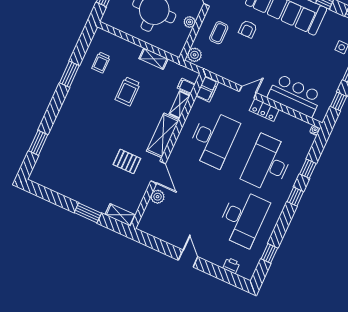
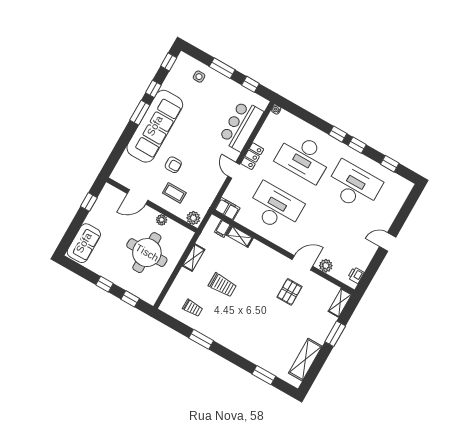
shelving: (163, 135) -> (305, 360), moved, turned 90
window: (308, 169) -> (357, 145), moved
printer: (231, 266) -> (356, 275), moved

